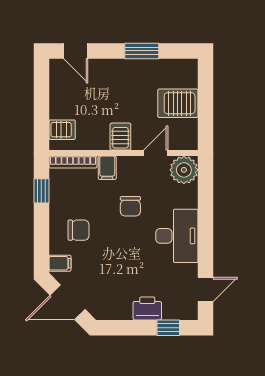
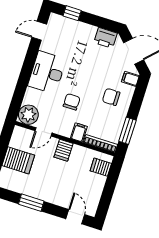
window: (41, 191) -> (127, 131), width x1.50
printer: (147, 308) -> (105, 38), moved

